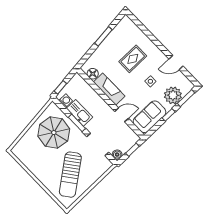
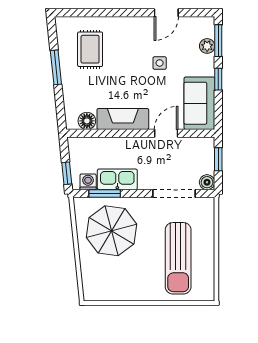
rug: (133, 59) -> (90, 49), moved
plant: (173, 95) -> (207, 46), width x0.53, depth x0.53
window: (77, 123) -> (105, 193), moved
sun lounger: (70, 175) -> (178, 258), turned 37

